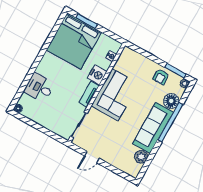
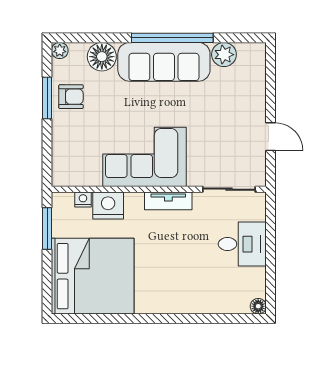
window: (87, 21) -> (47, 229), moved
window: (175, 71) -> (47, 98), moved
nightstand: (97, 75) -> (108, 205), moved
desk: (39, 88) -> (242, 244), moved, turned -90
window: (170, 122) -> (172, 38), moved

